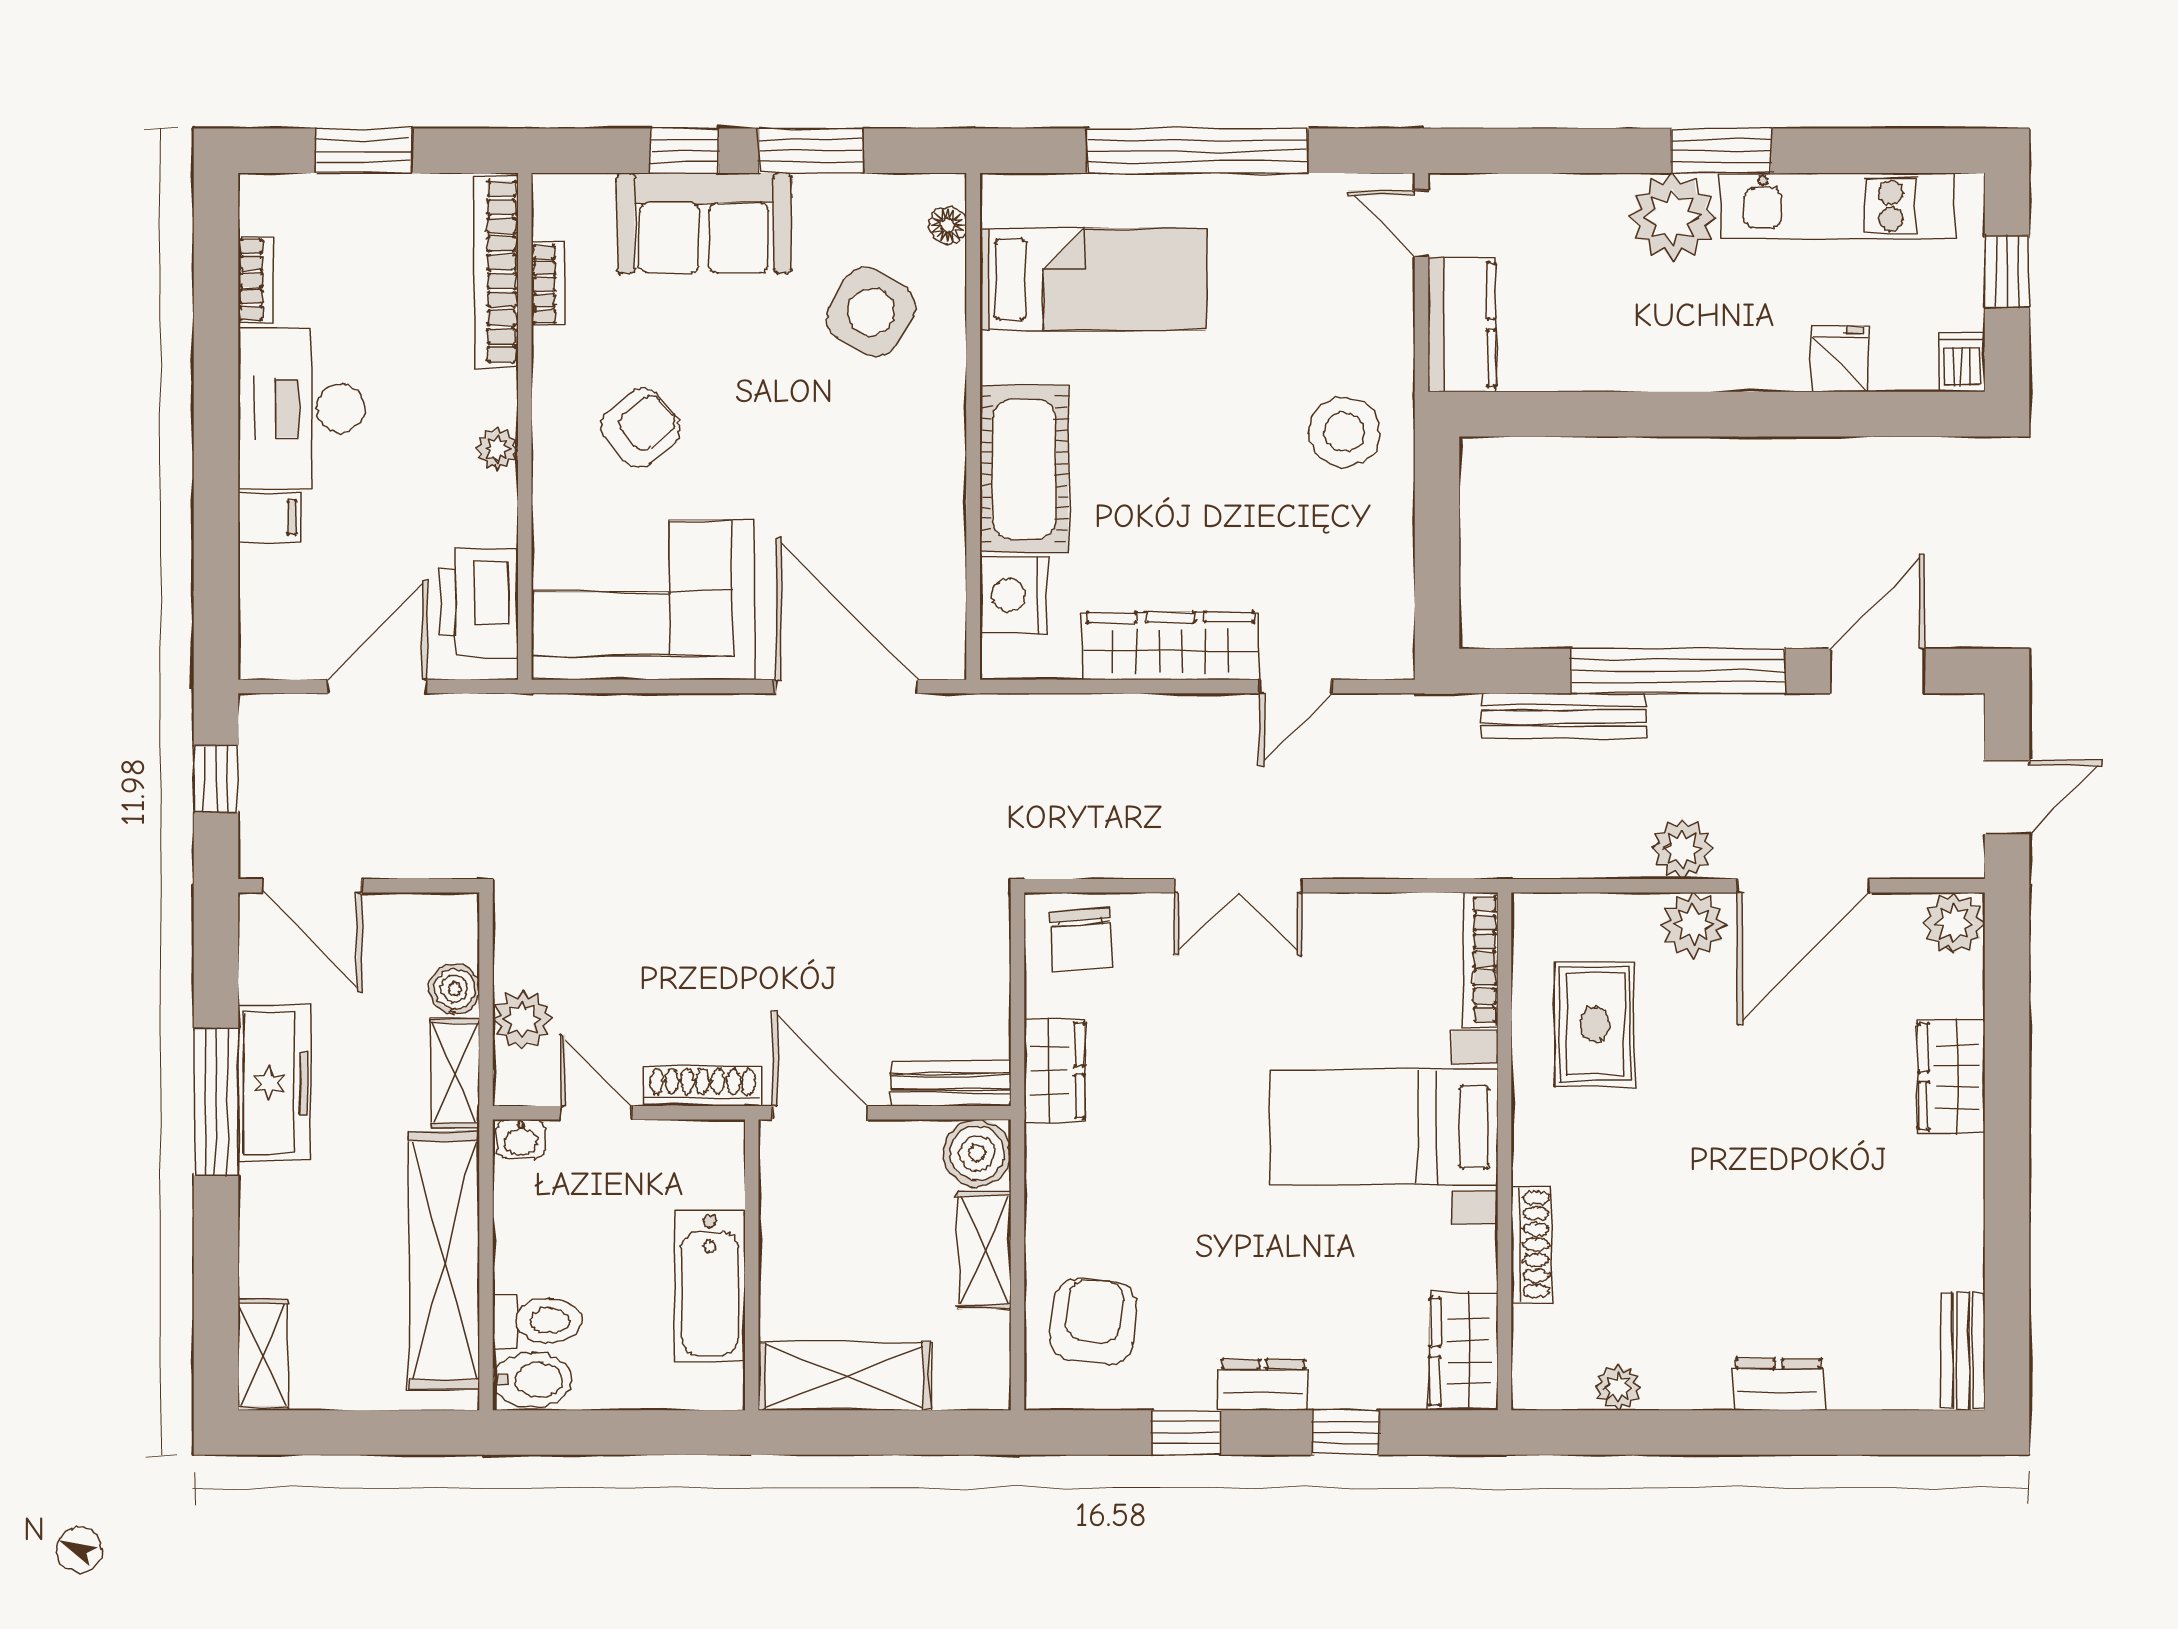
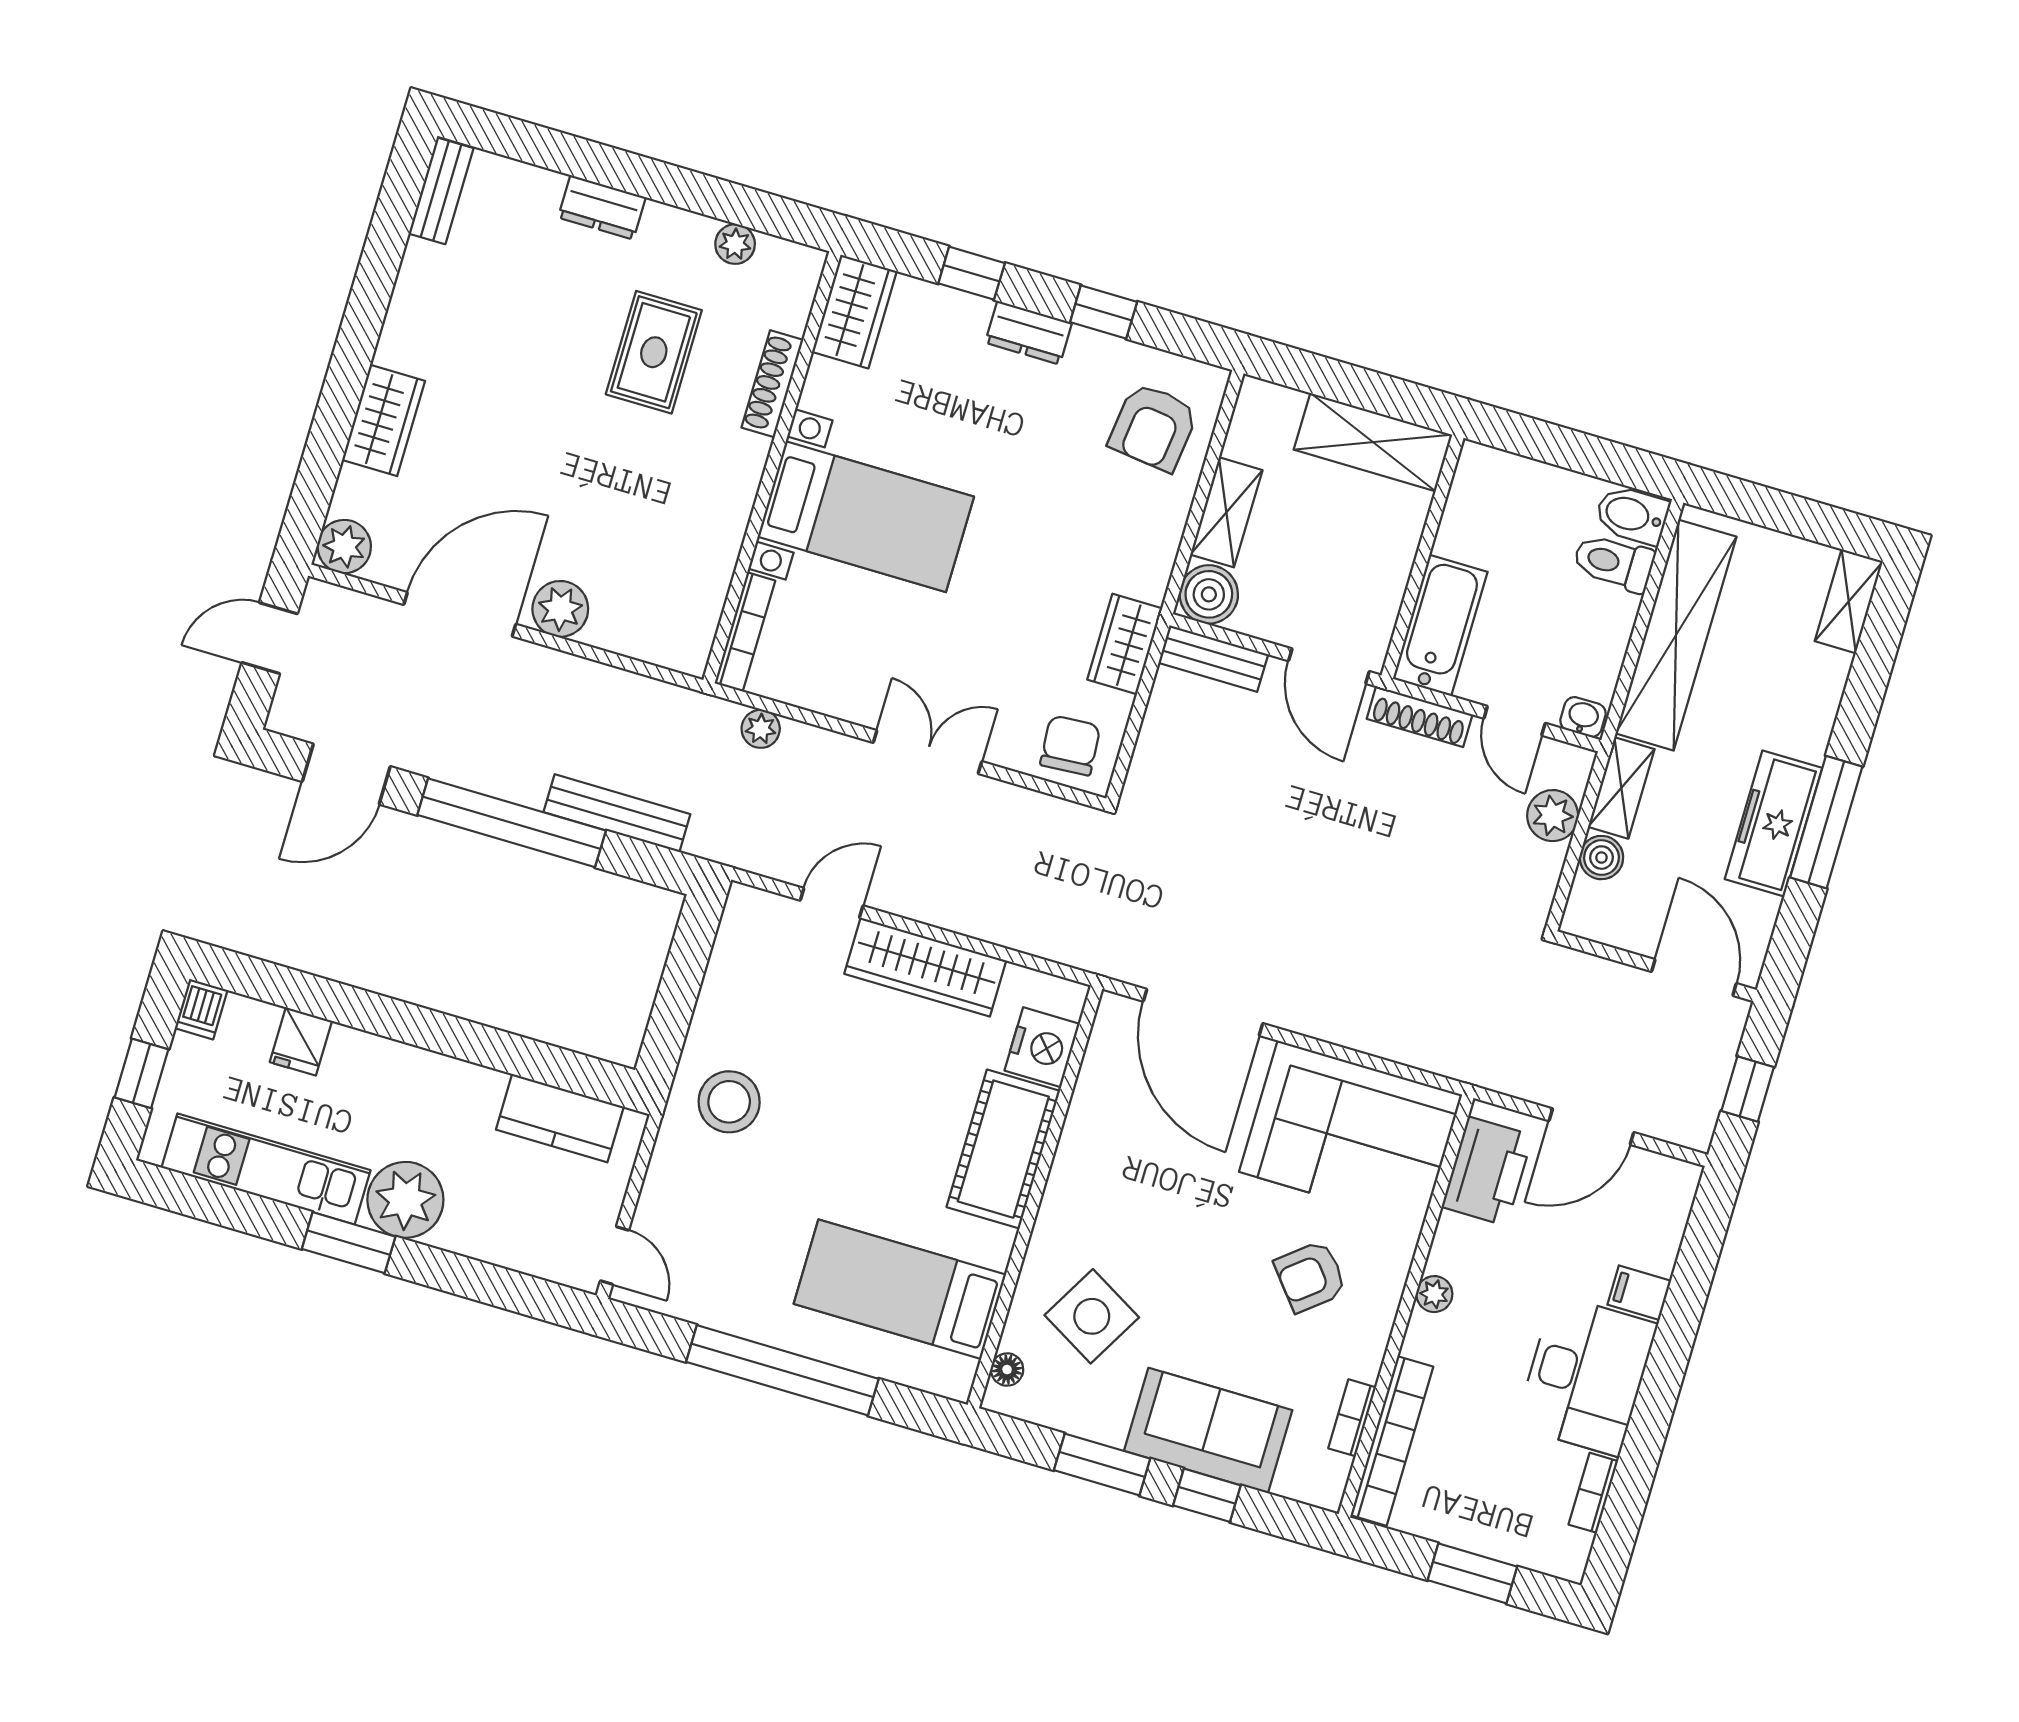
kitchen counter: (1462, 325) -> (560, 1118), moved, turned -90
plant: (1682, 849) -> (761, 729), moved, width x0.73, depth x0.73
rug: (1595, 1024) -> (654, 352), moved
bathtub: (710, 1286) -> (1440, 625), moved

